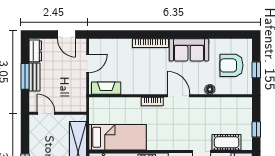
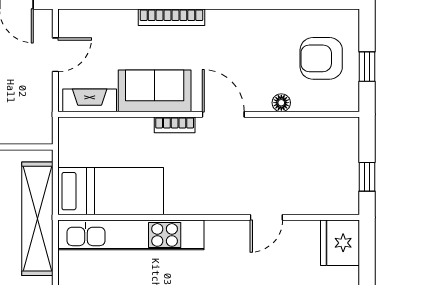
sofa: (189, 50) -> (155, 91), moved, turned 180
cot: (227, 142) -> (312, 200), removed

